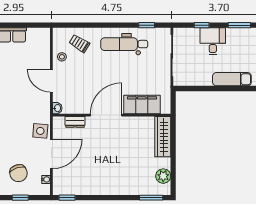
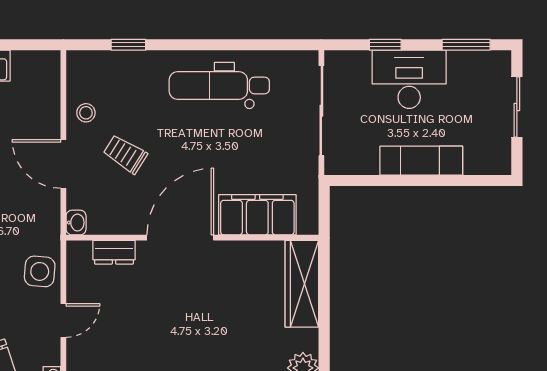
window: (147, 25) -> (128, 45), moved
desk: (213, 41) -> (409, 79), width x1.37
trolley: (79, 43) -> (125, 154), moved
exam couch: (232, 79) -> (421, 161), moved
door: (51, 154) -> (63, 321), width x0.53

